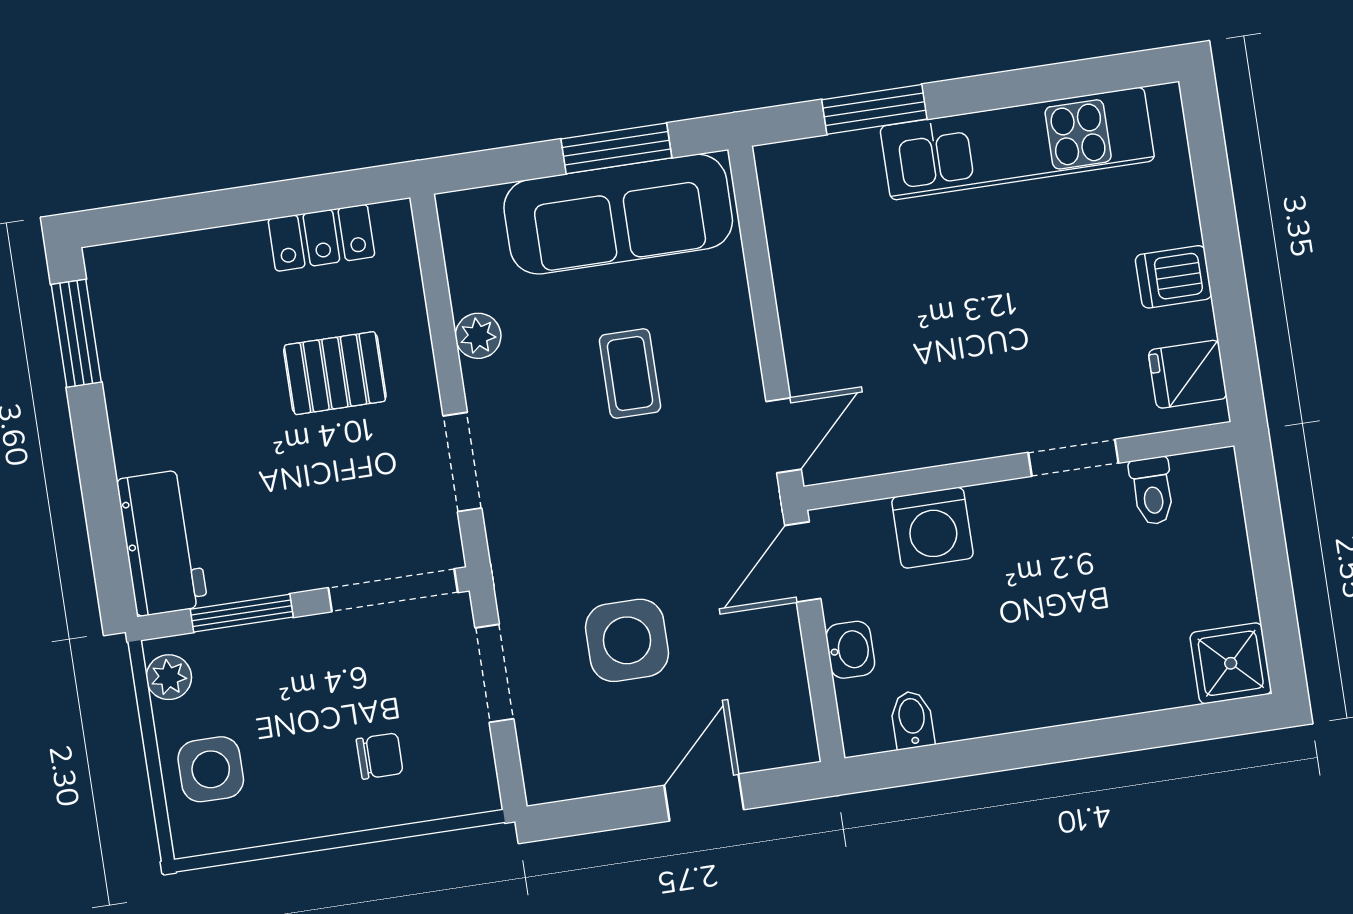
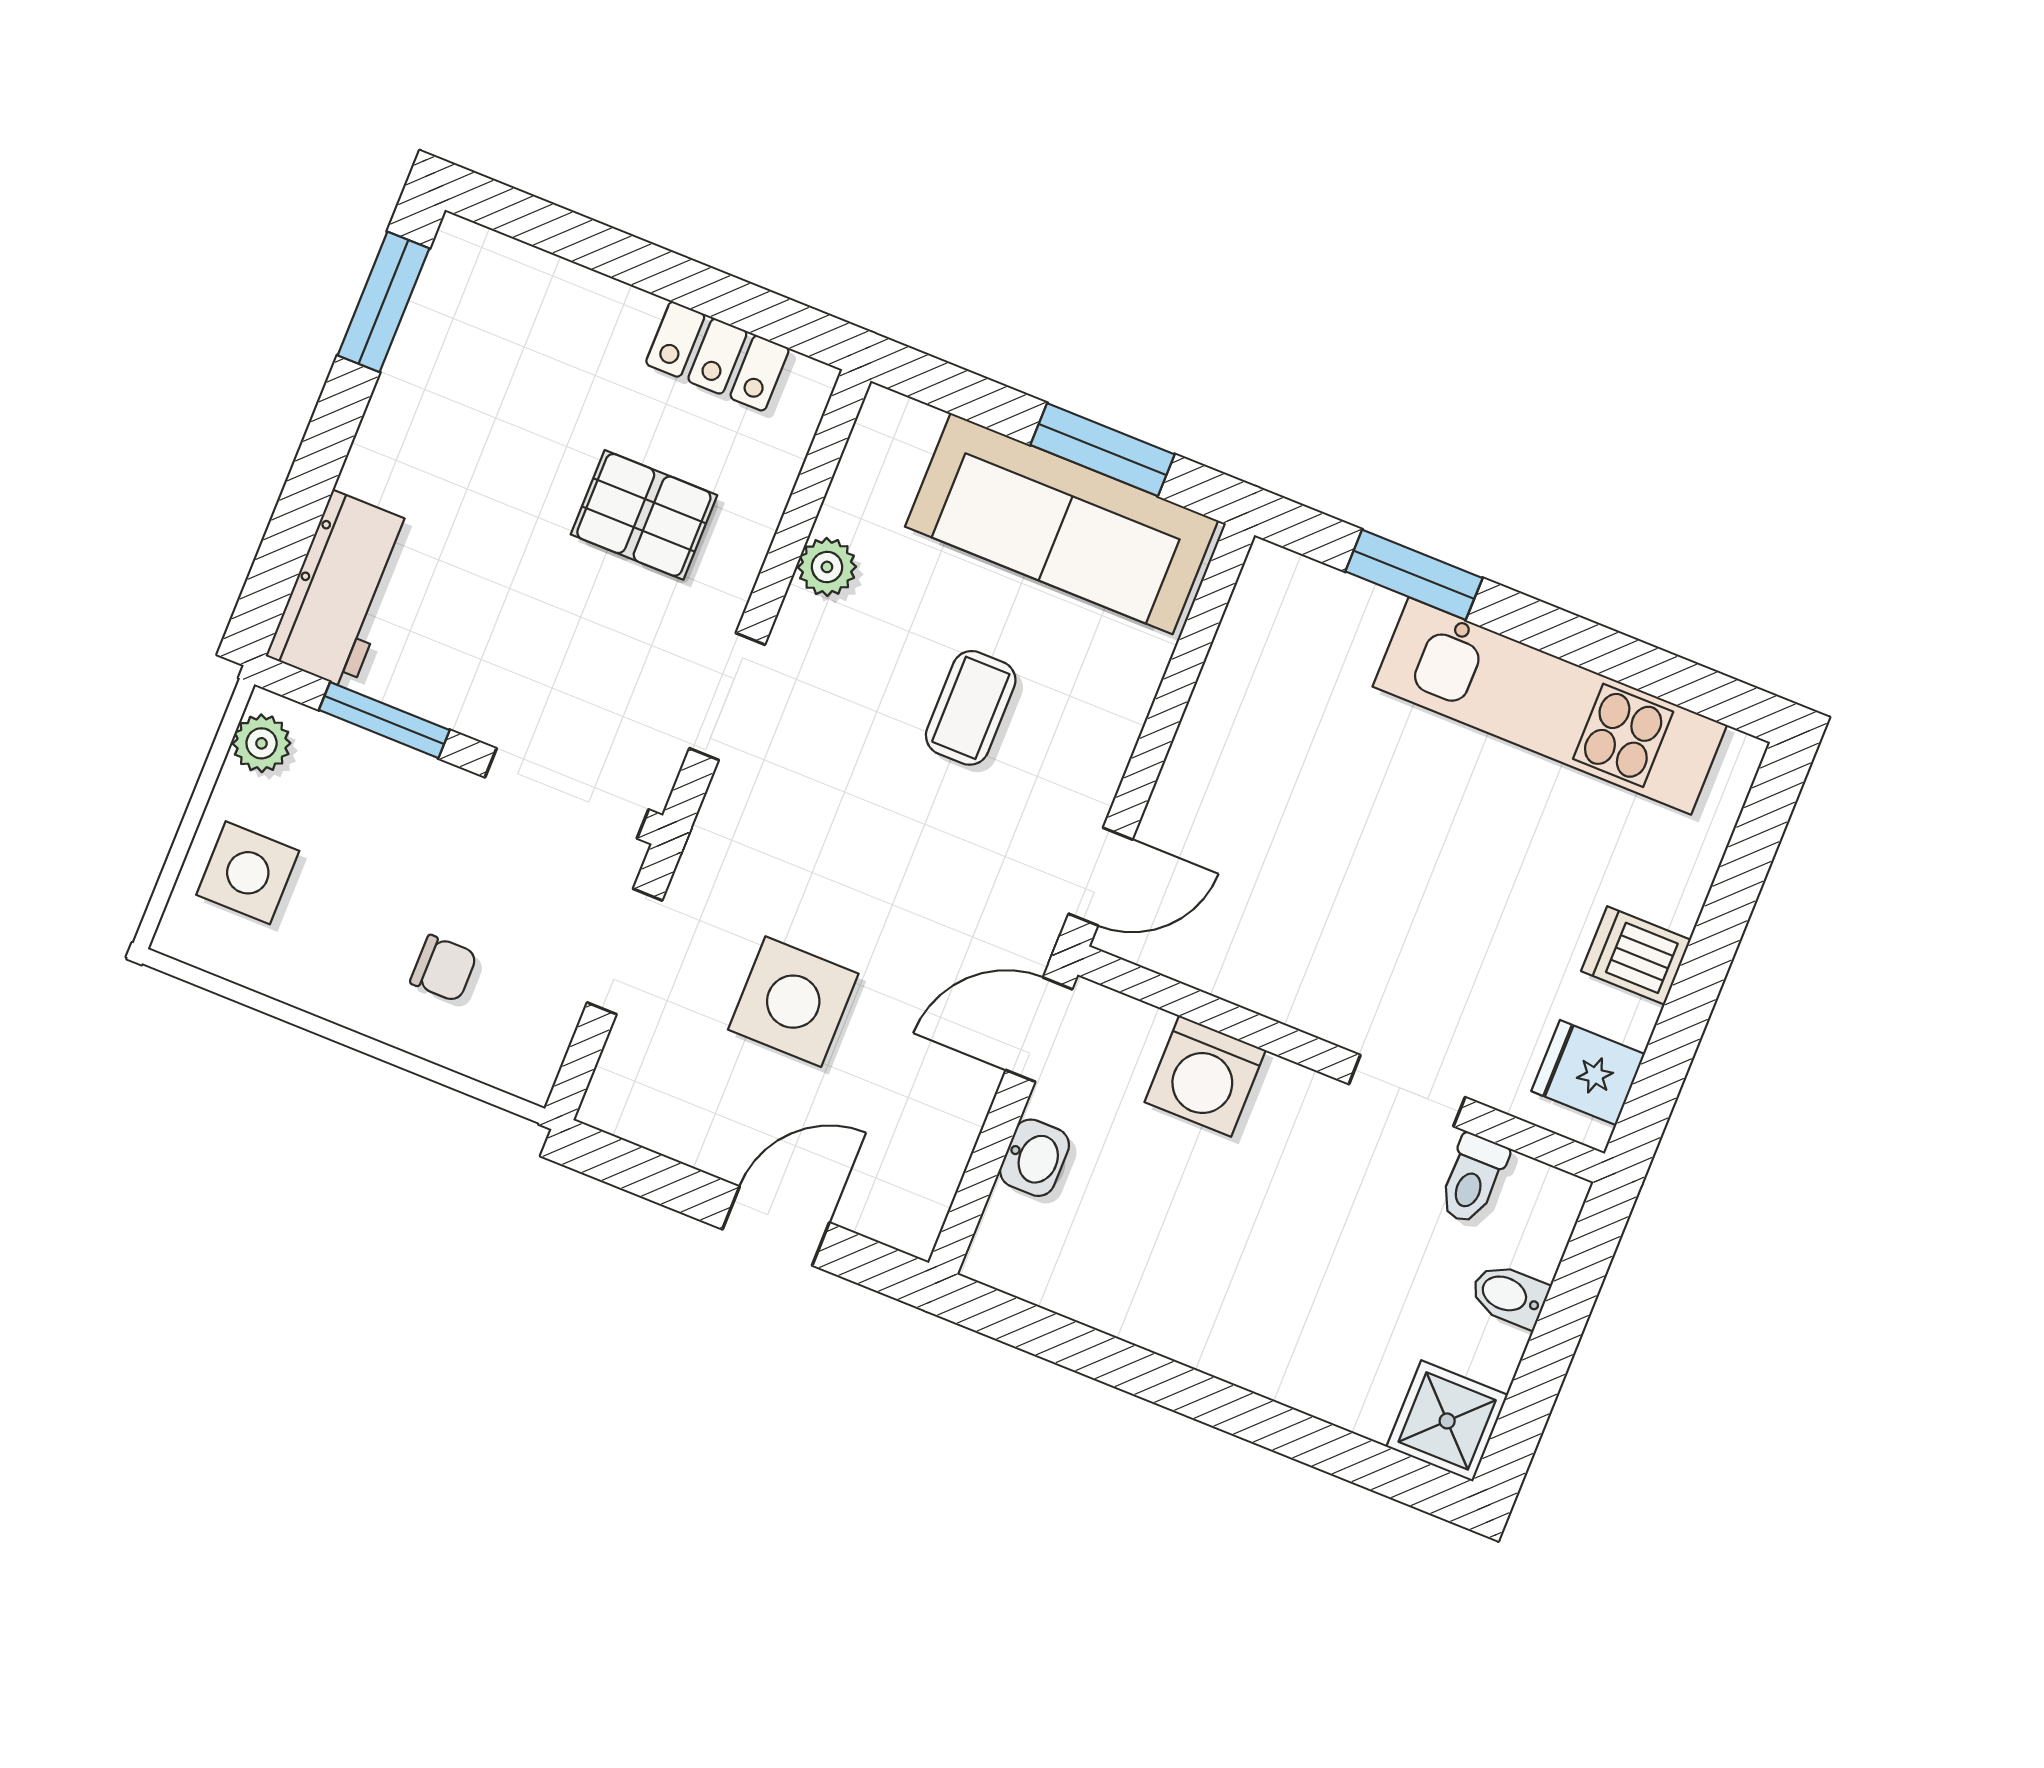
bidet: (912, 720) -> (1509, 1295), moved, turned -90

